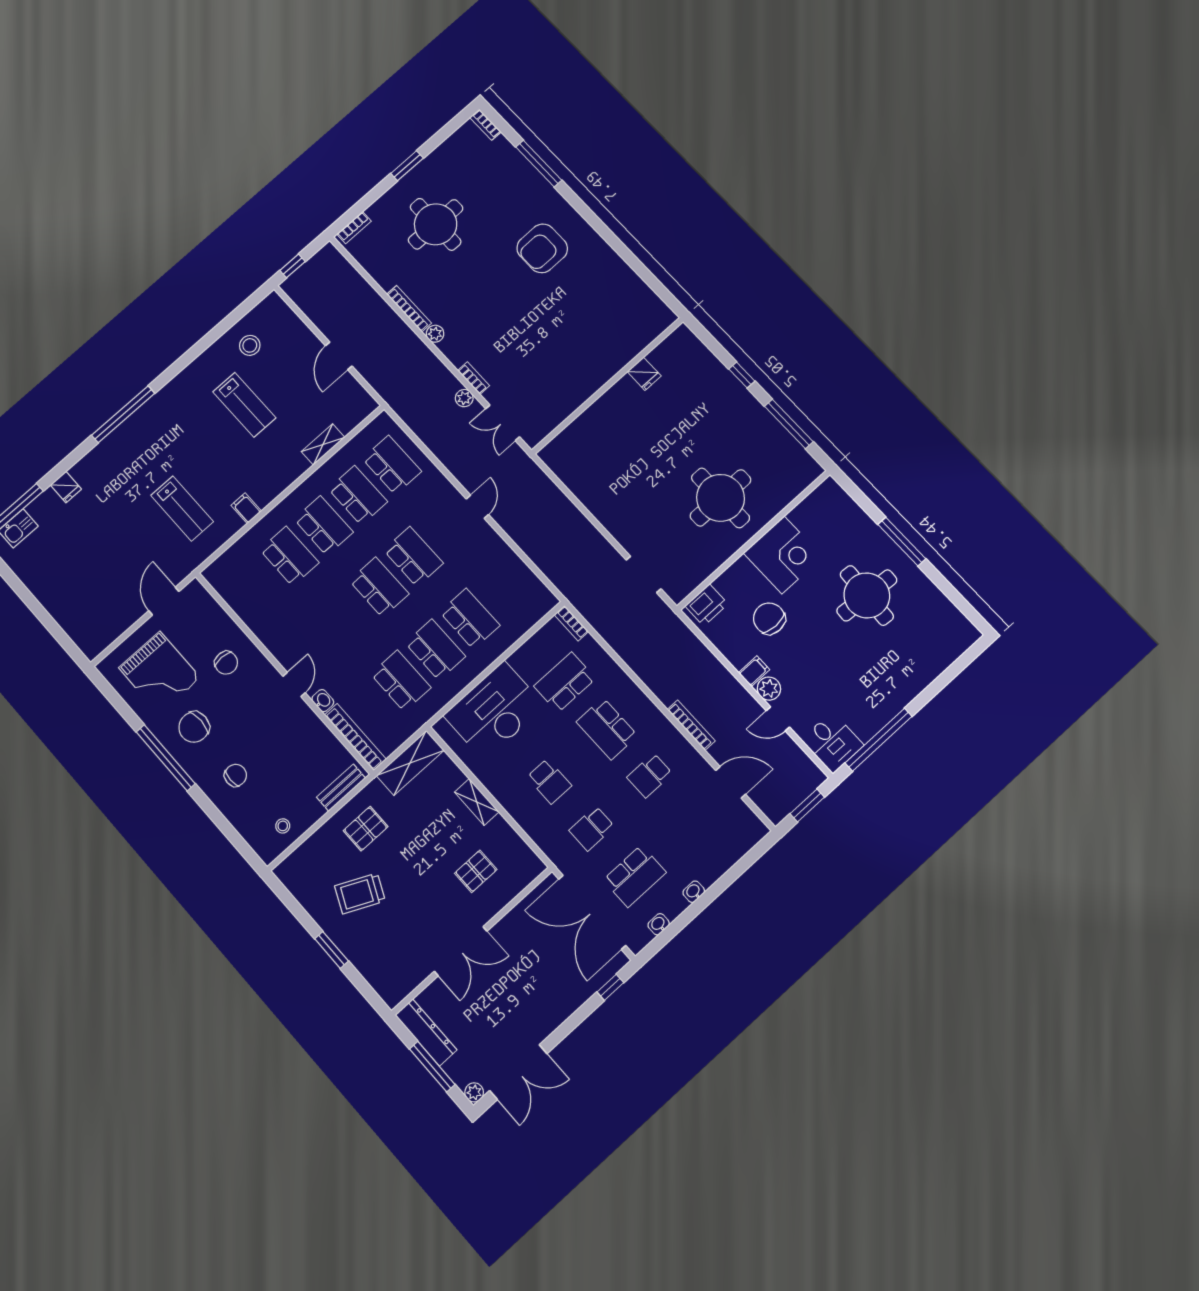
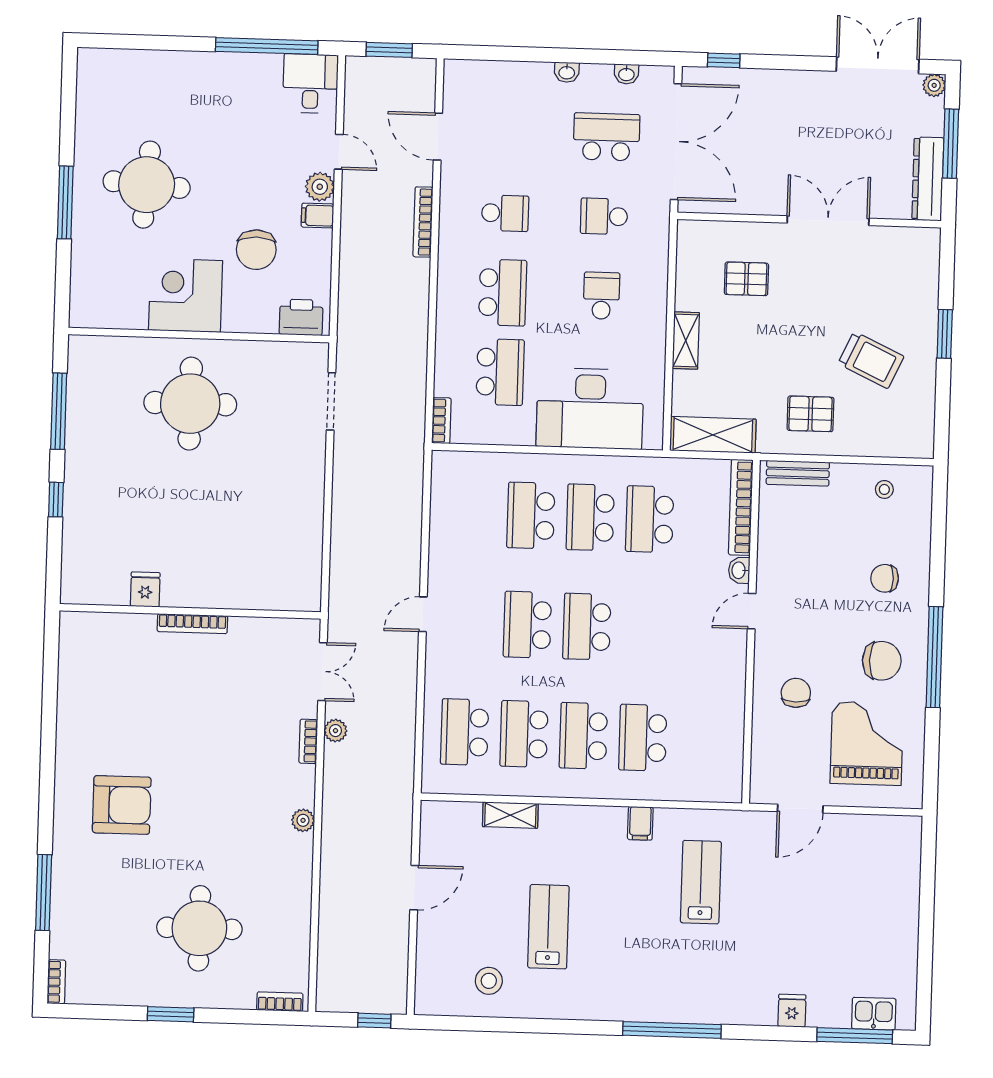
bookcase: (409, 309) -> (192, 624), moved, turned -90
school desk: (565, 682) -> (500, 372), turned -90
school desk: (592, 828) -> (604, 216), turned 180

